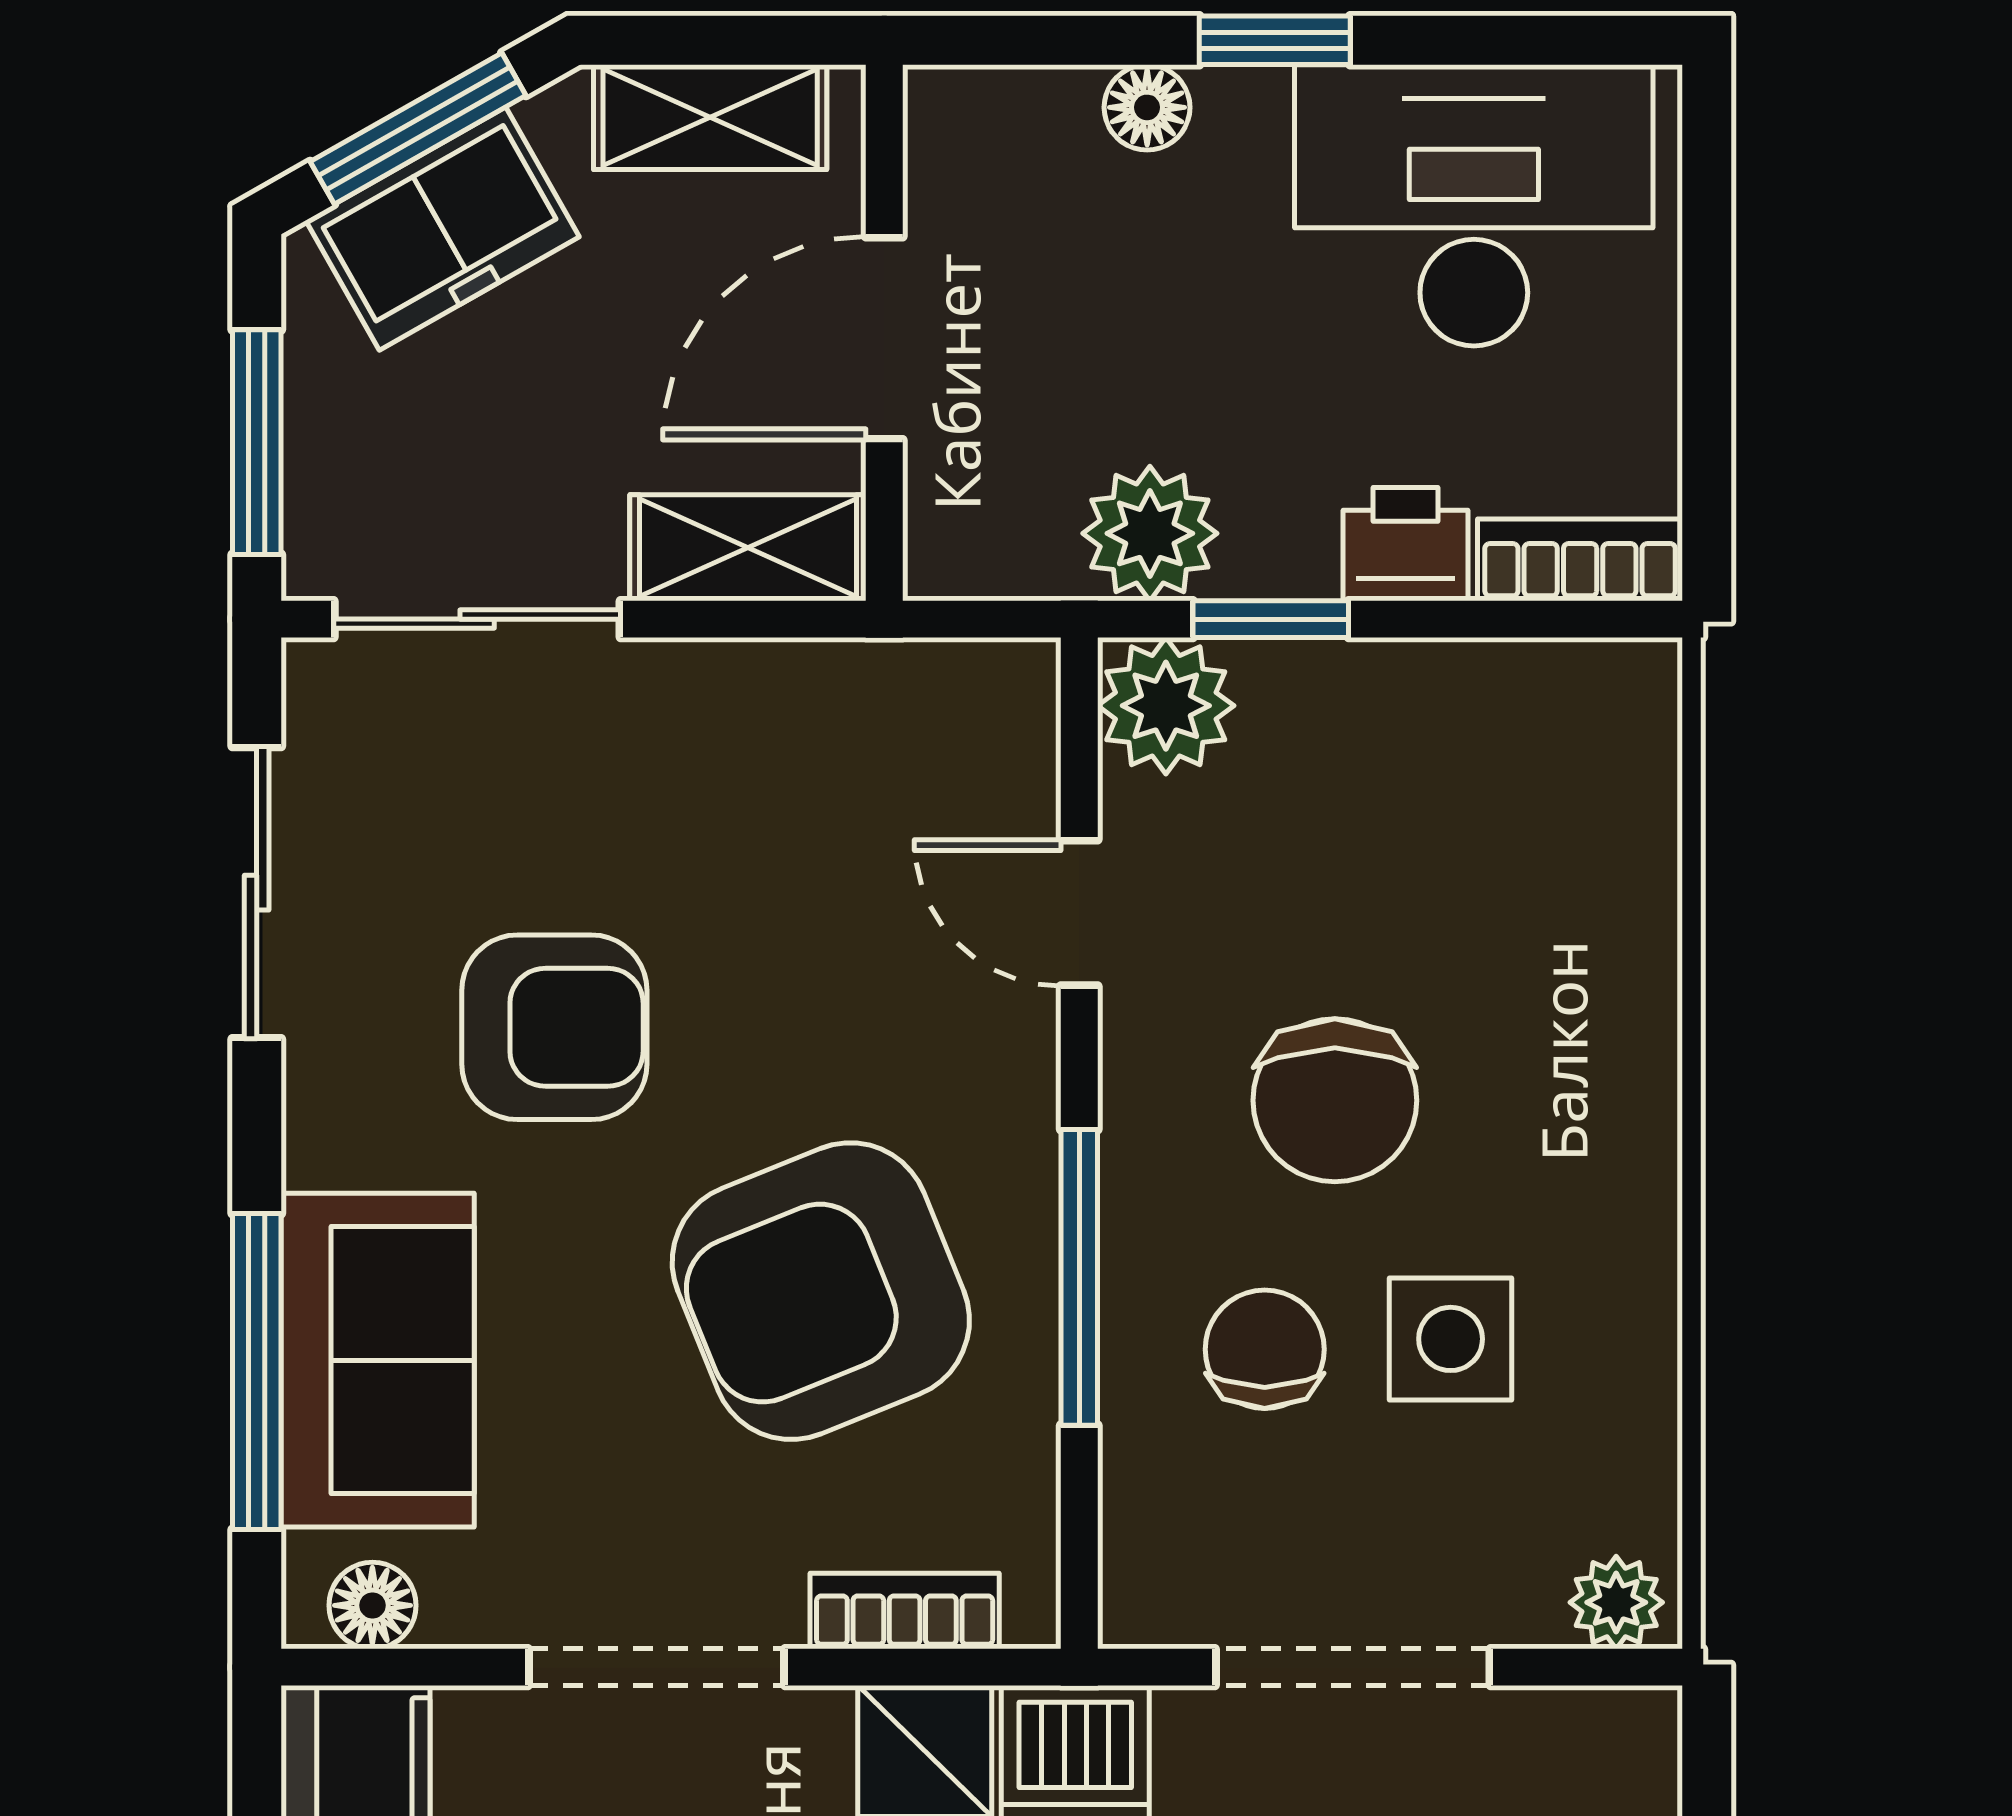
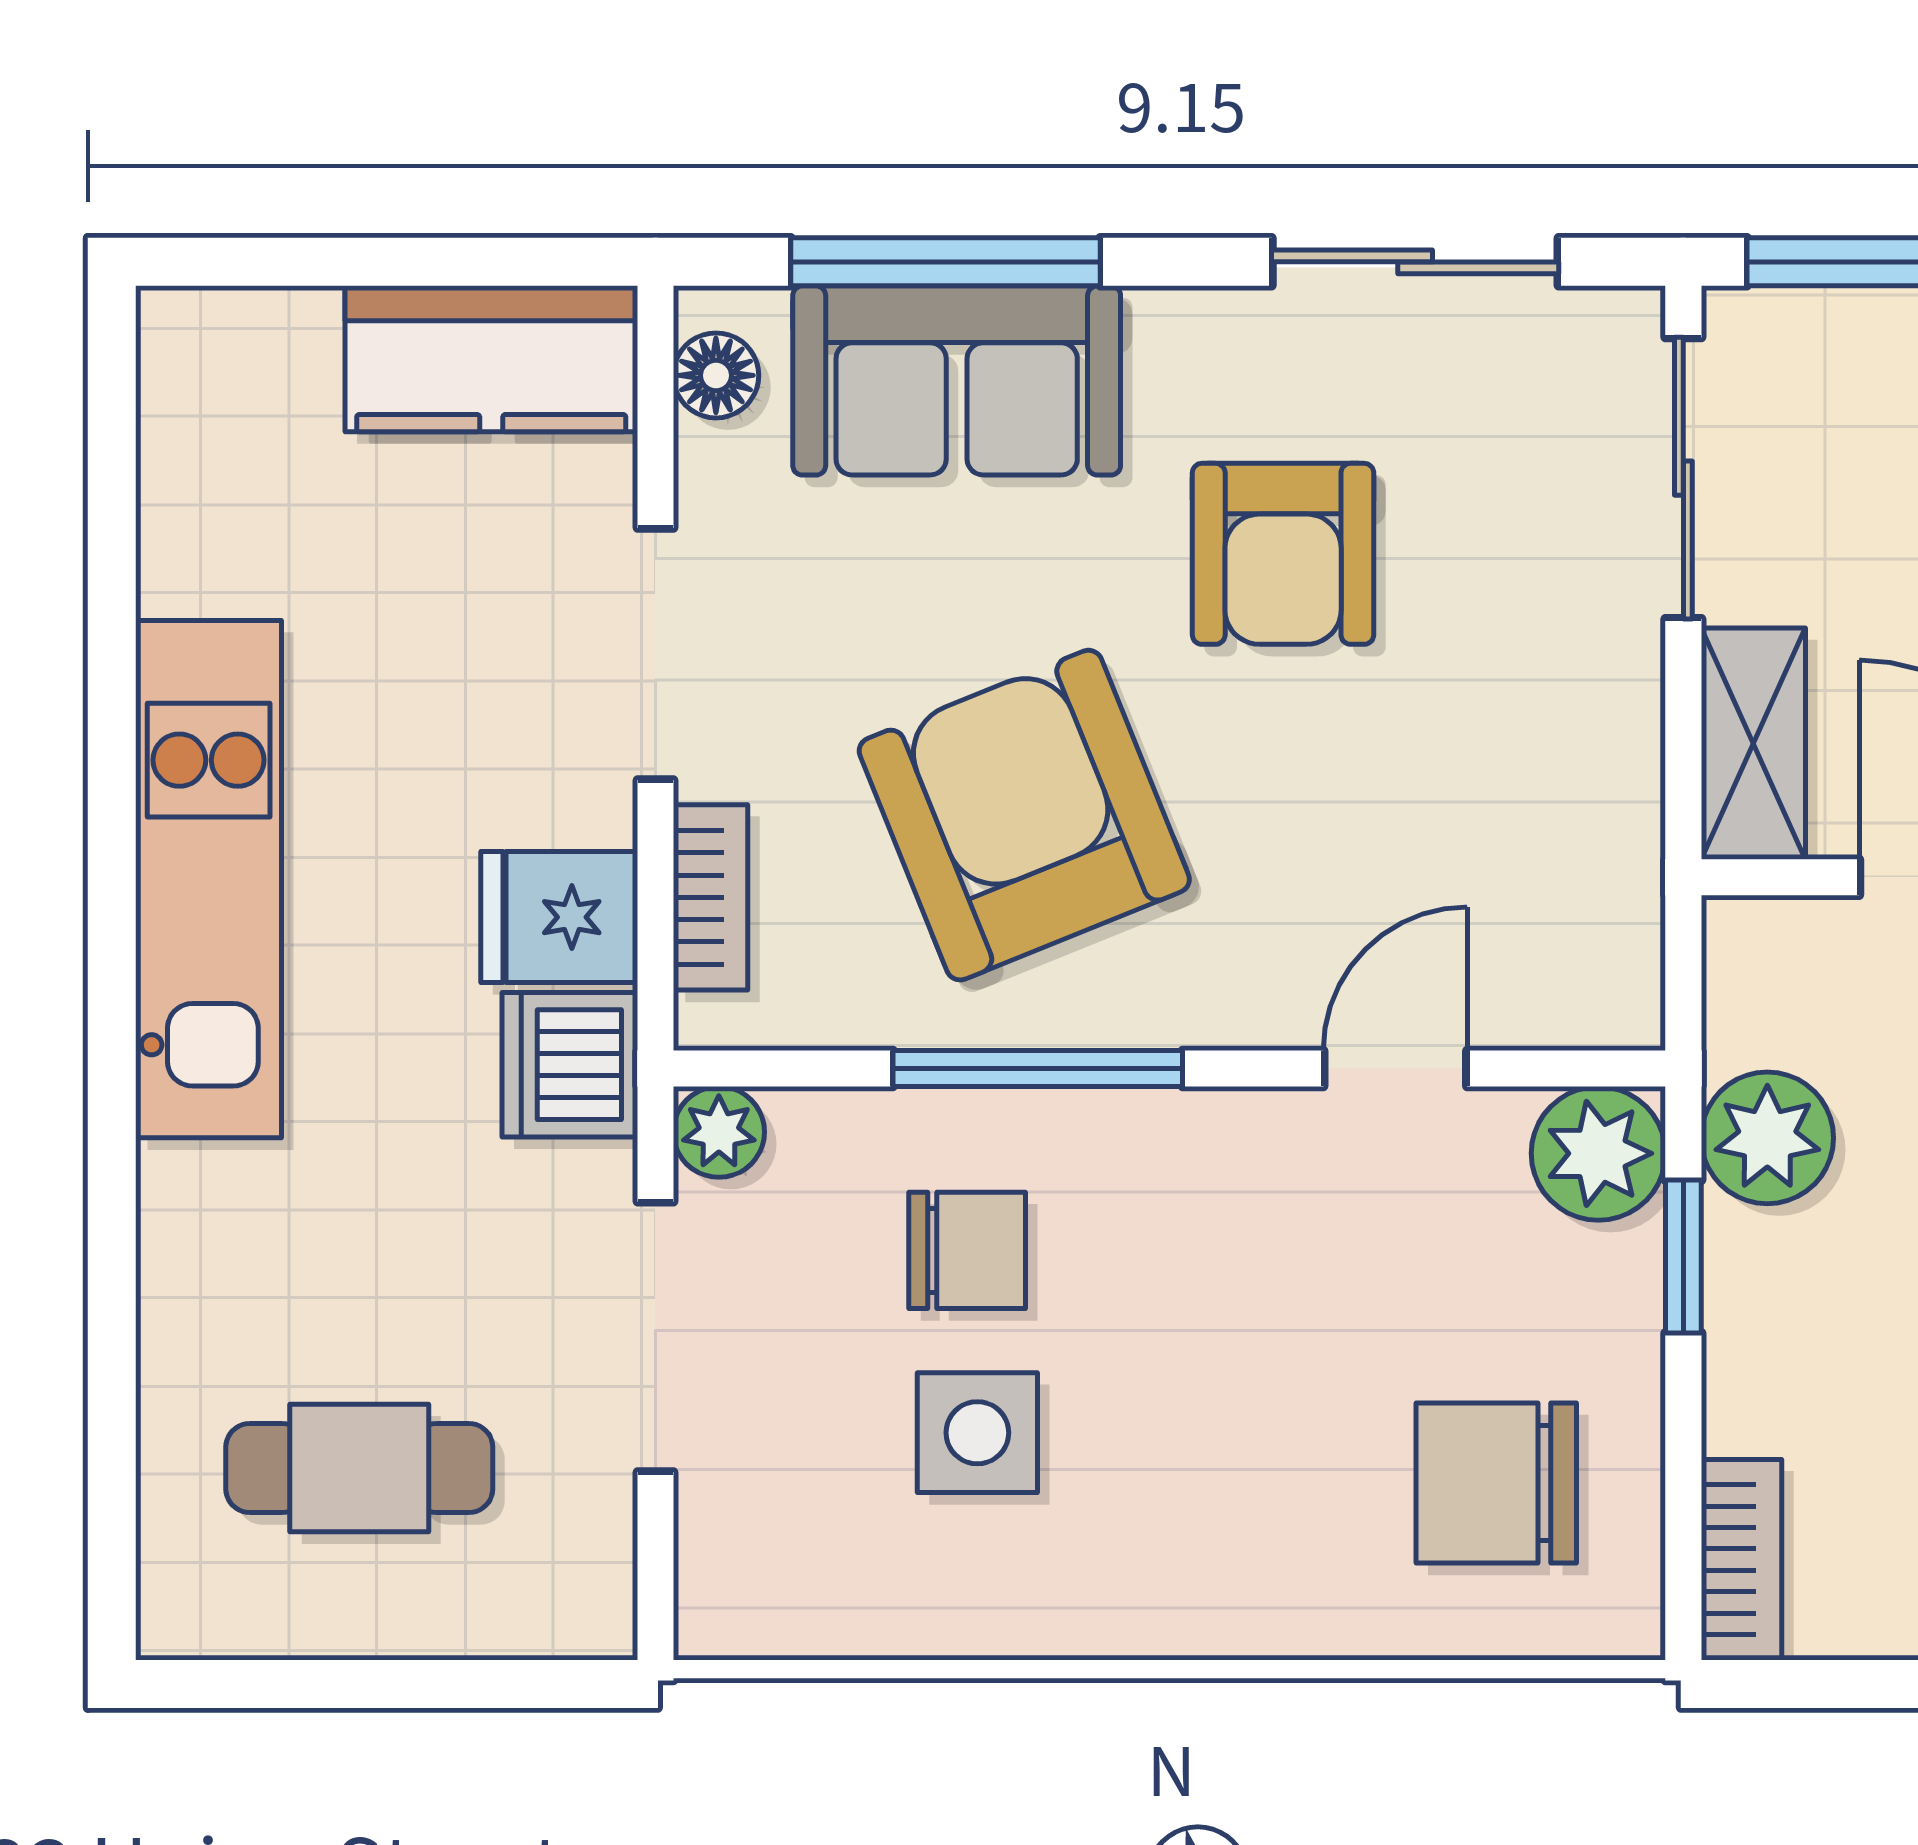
printer: (1405, 544) -> (1757, 1389), removed
chair: (1335, 1100) -> (1496, 1483), moved
plant: (1616, 1602) -> (719, 1132), moved

